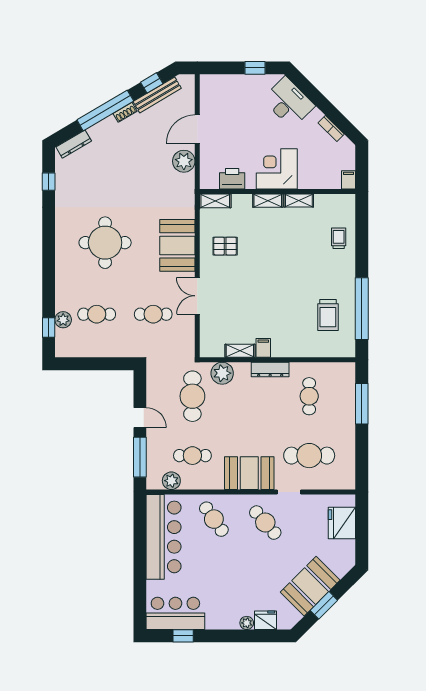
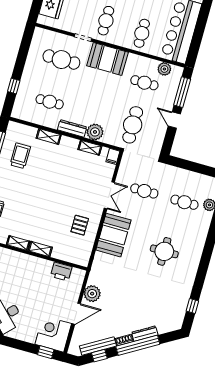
window: (255, 68) -> (46, 352), moved
dresser: (74, 144) -> (145, 334), moved
corner desk: (277, 169) -> (53, 334), moved, turned 180
shelving: (215, 201) -> (49, 137), moved
round table: (105, 243) -> (164, 251), width x0.73, depth x0.73
pallet: (225, 246) -> (80, 225), turned 90
filing cabinet: (263, 348) -> (113, 156), moved
plant: (222, 373) -> (95, 132), moved
cafe table: (309, 396) -> (50, 102), turned 90
window: (362, 404) -> (14, 86), width x0.46
cafe table: (214, 519) -> (142, 33), turned 35
cafe table: (265, 523) -> (106, 21), turned 41

